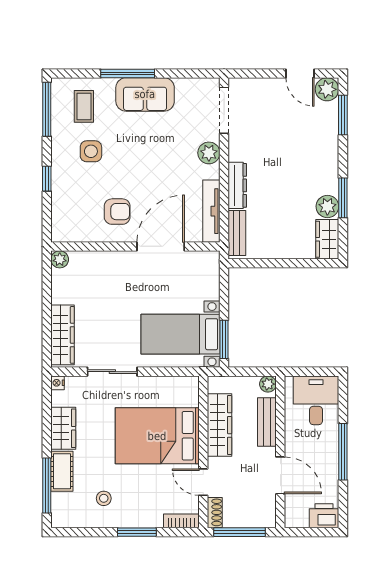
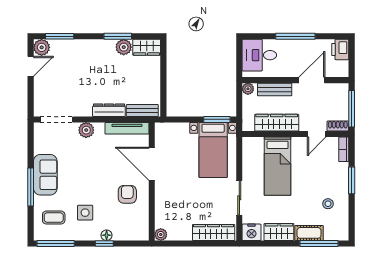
floor lamp: (59, 182) -> (107, 235), added
nightstand: (58, 383) -> (251, 232), width x1.89, depth x1.79
bed: (157, 436) -> (278, 166), width x0.67

